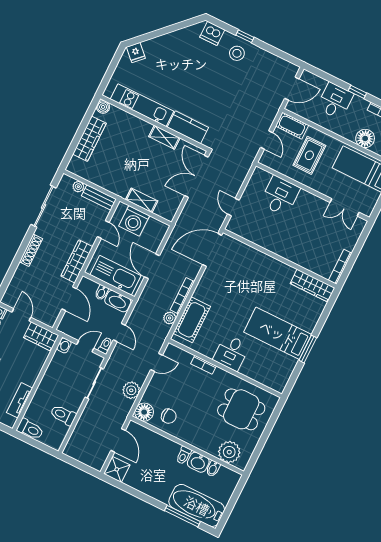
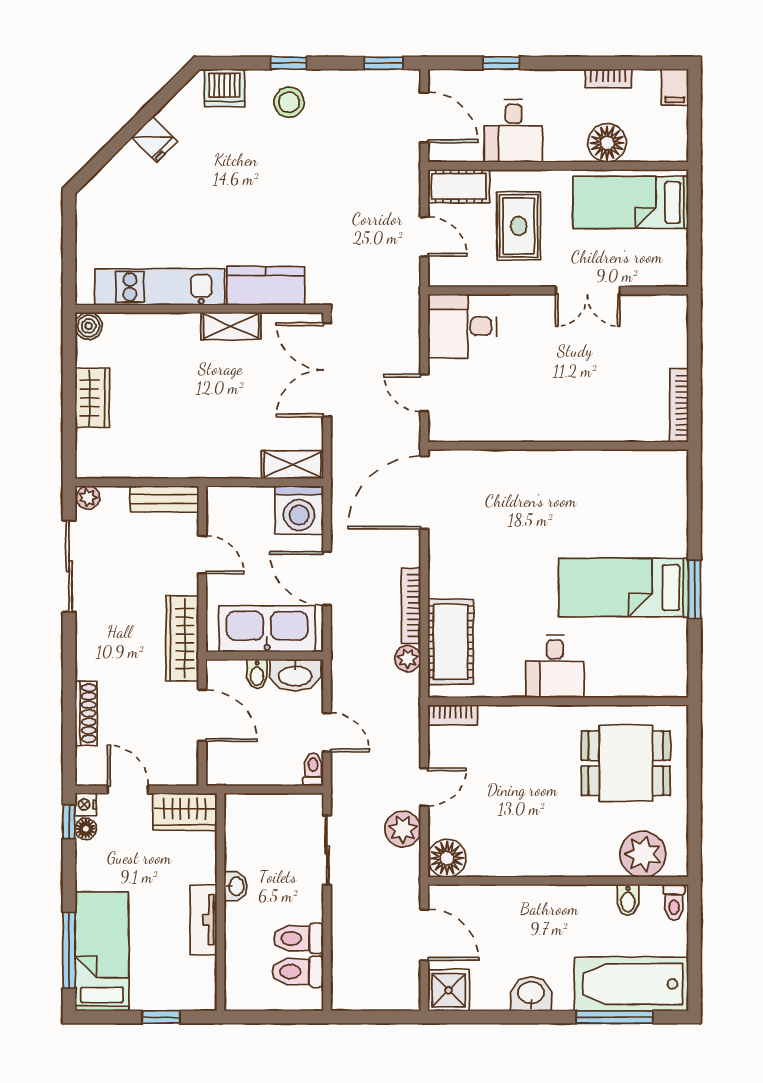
fridge: (136, 53) -> (154, 139), moved
window: (286, 57) -> (384, 63), added
door: (292, 89) -> (424, 117), hinge flipped
window: (357, 92) -> (501, 63), moved
desk: (335, 101) -> (514, 131), moved, turned 180
wardrobe: (89, 139) -> (92, 398), width x0.67
plant: (78, 187) -> (88, 498), moved
desk: (280, 196) -> (462, 326), moved, turned -90
shelving: (142, 200) -> (292, 465), moved
double door: (345, 207) -> (588, 291), moved
washing machine: (134, 221) -> (299, 510), moved
shoe rack: (31, 250) -> (86, 713), moved
wardrobe: (312, 286) -> (645, 466), removed
washbasin: (64, 345) -> (236, 886), moved
door: (85, 346) -> (276, 789), removed
door: (157, 362) -> (424, 787), moved
bookcase: (204, 365) -> (453, 715), moved
tv unit: (20, 400) -> (204, 920), moved
chair: (169, 416) -> (497, 843), removed
toilet: (30, 429) -> (298, 972), moved, turned 180
toilet: (184, 455) -> (674, 902), moved
washbasin: (198, 462) -> (531, 994), moved, turned 180

